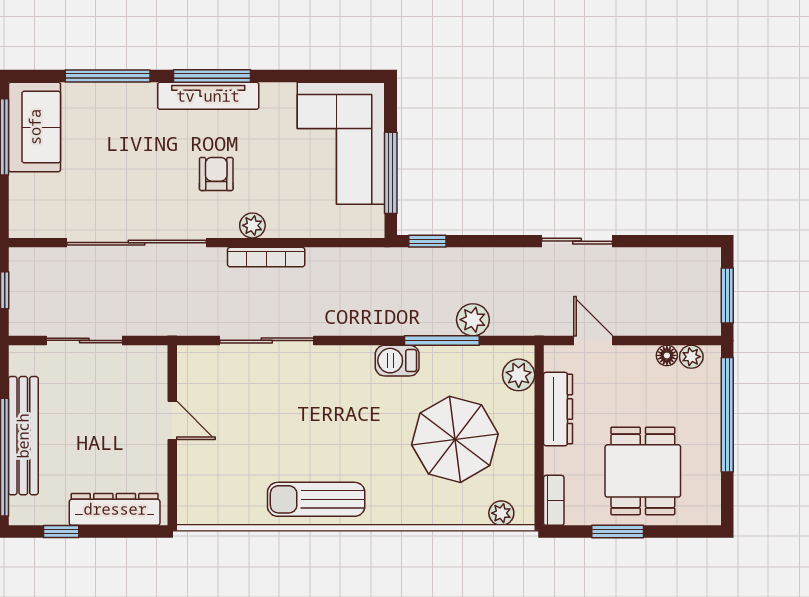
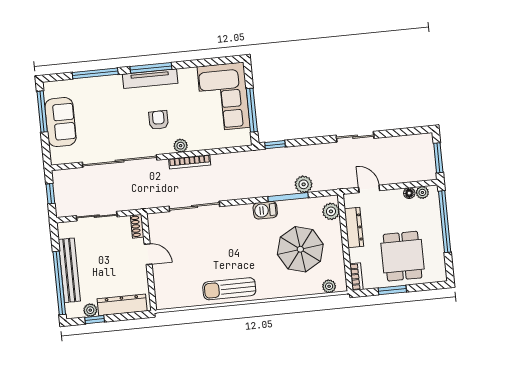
sofa: (35, 127) -> (61, 122), moved
shoe rack: (157, 367) -> (137, 226), added
plant: (55, 513) -> (90, 310), added

